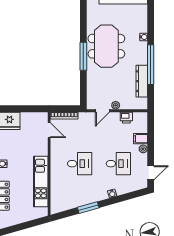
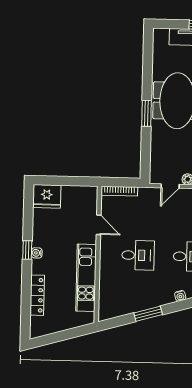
window: (83, 56) -> (147, 113), width x0.69
door: (49, 130) -> (99, 225), moved

